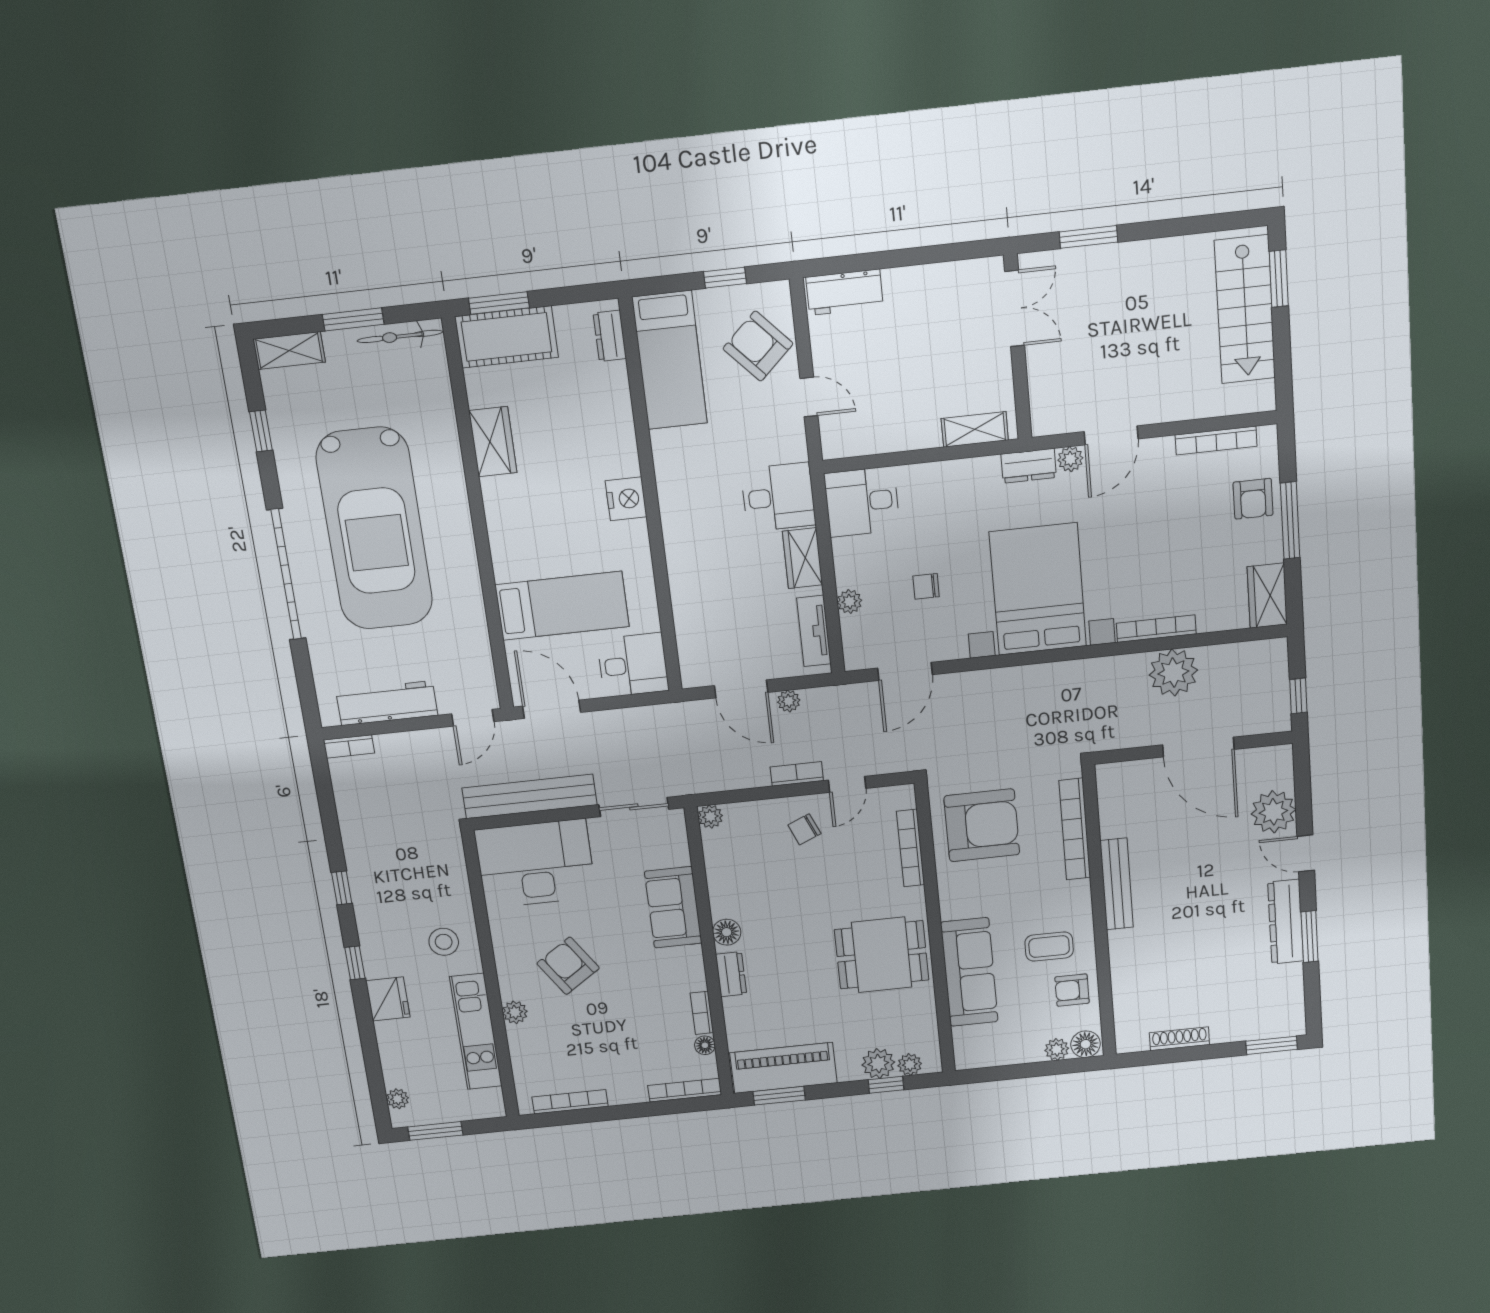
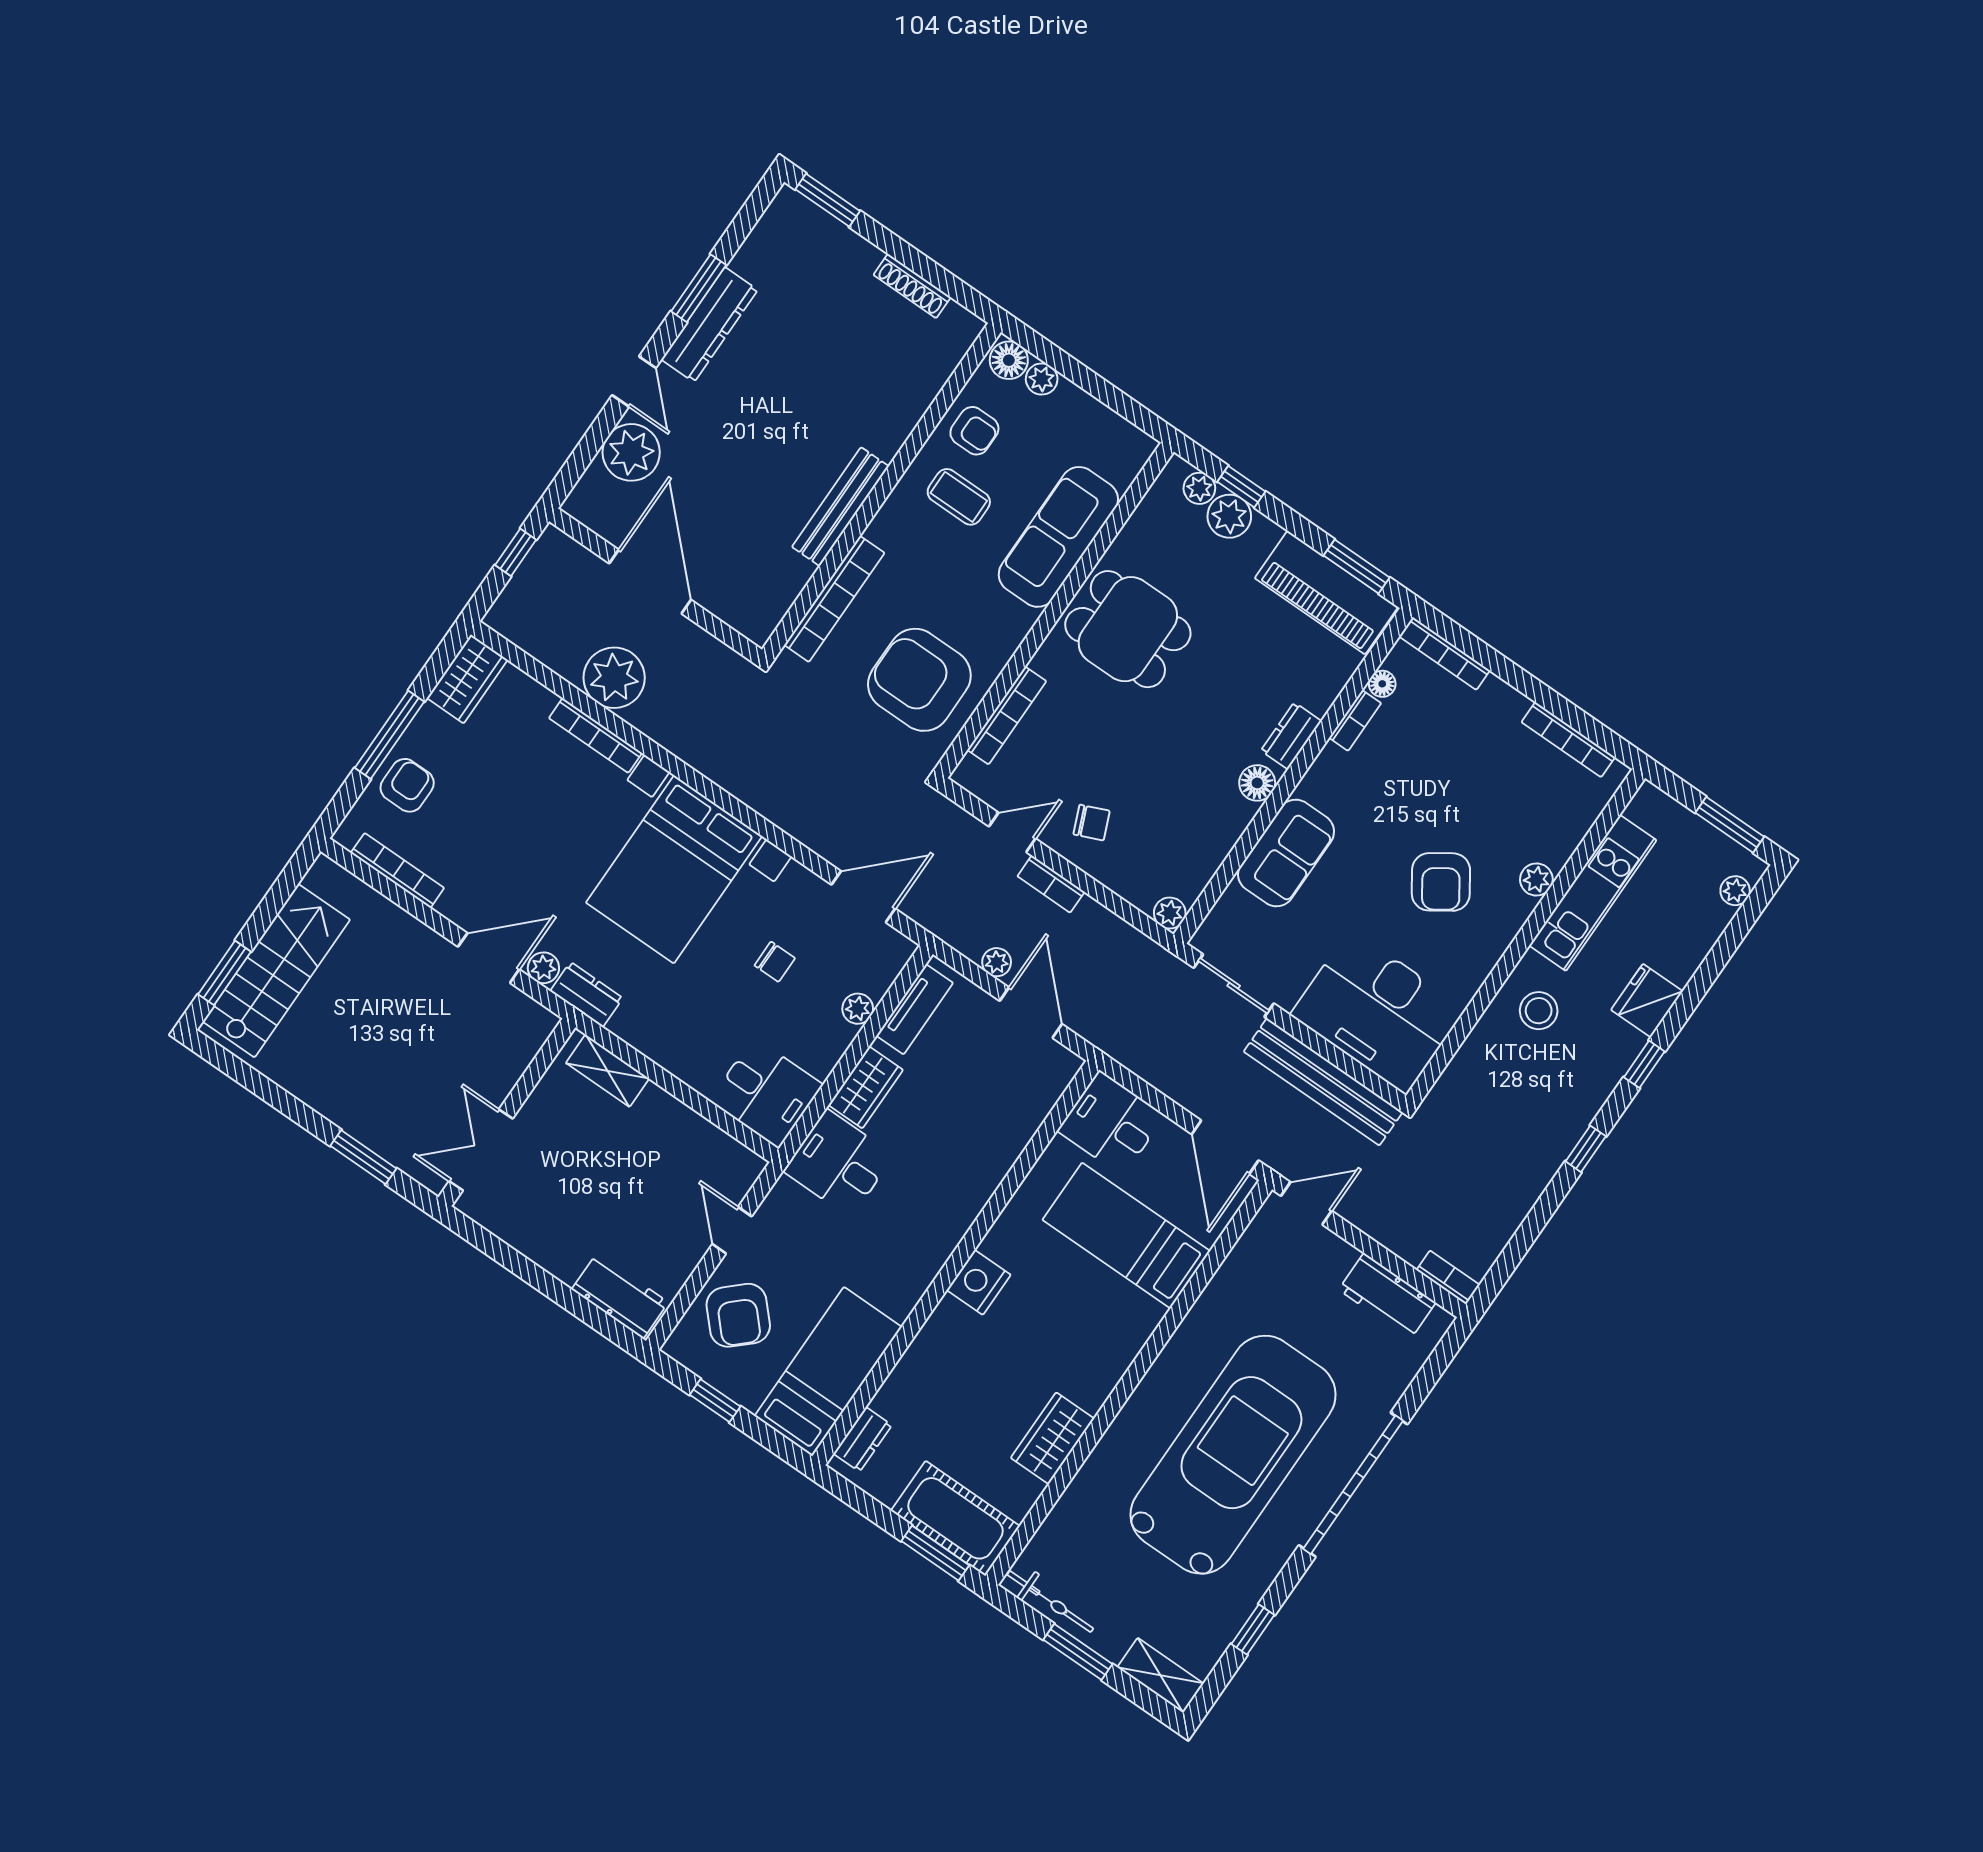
workbench: (387, 703) -> (1387, 1296), width x0.73

